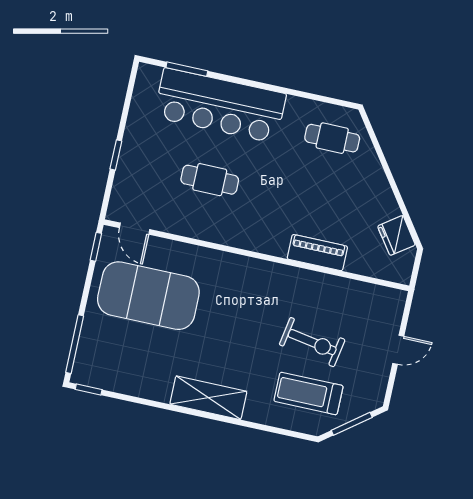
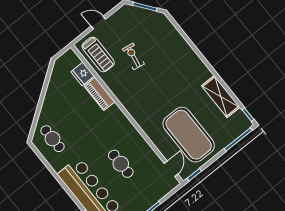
fridge: (396, 235) -> (83, 74), moved, turned 125
exercise bike: (312, 342) -> (133, 56), width x0.73, depth x0.72
treadmill: (308, 393) -> (98, 54), moved
shelving: (208, 398) -> (221, 96), moved

